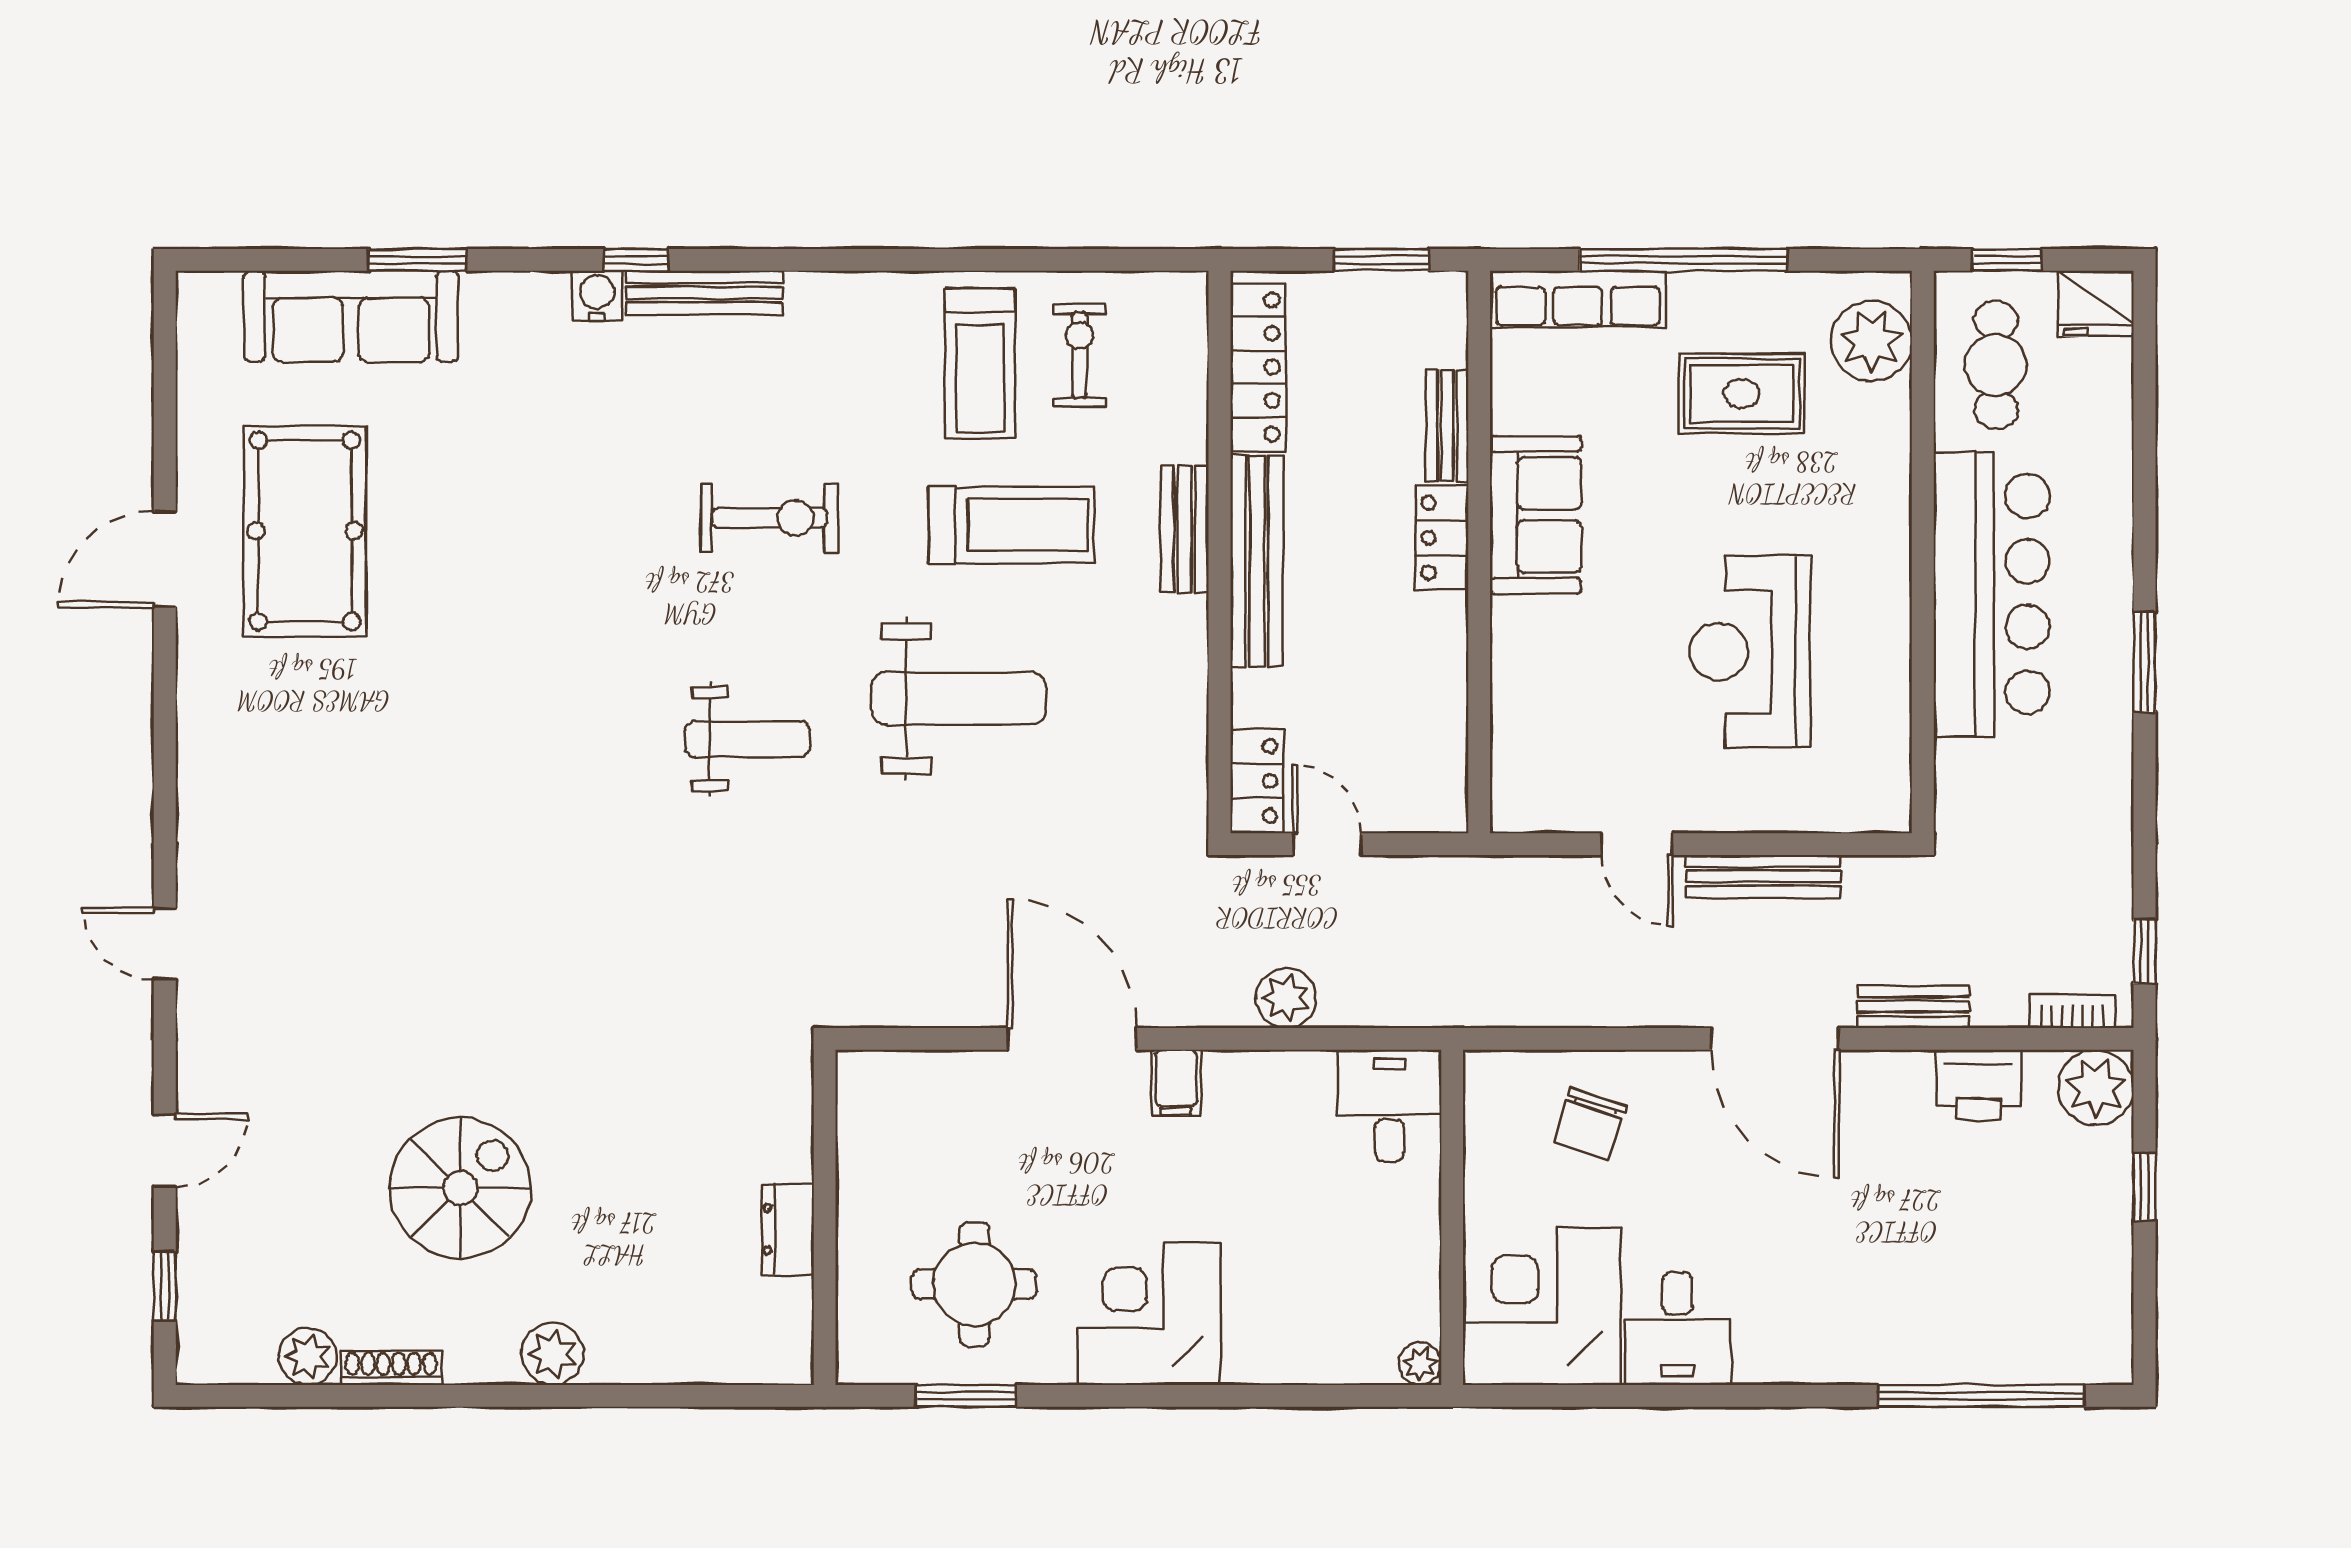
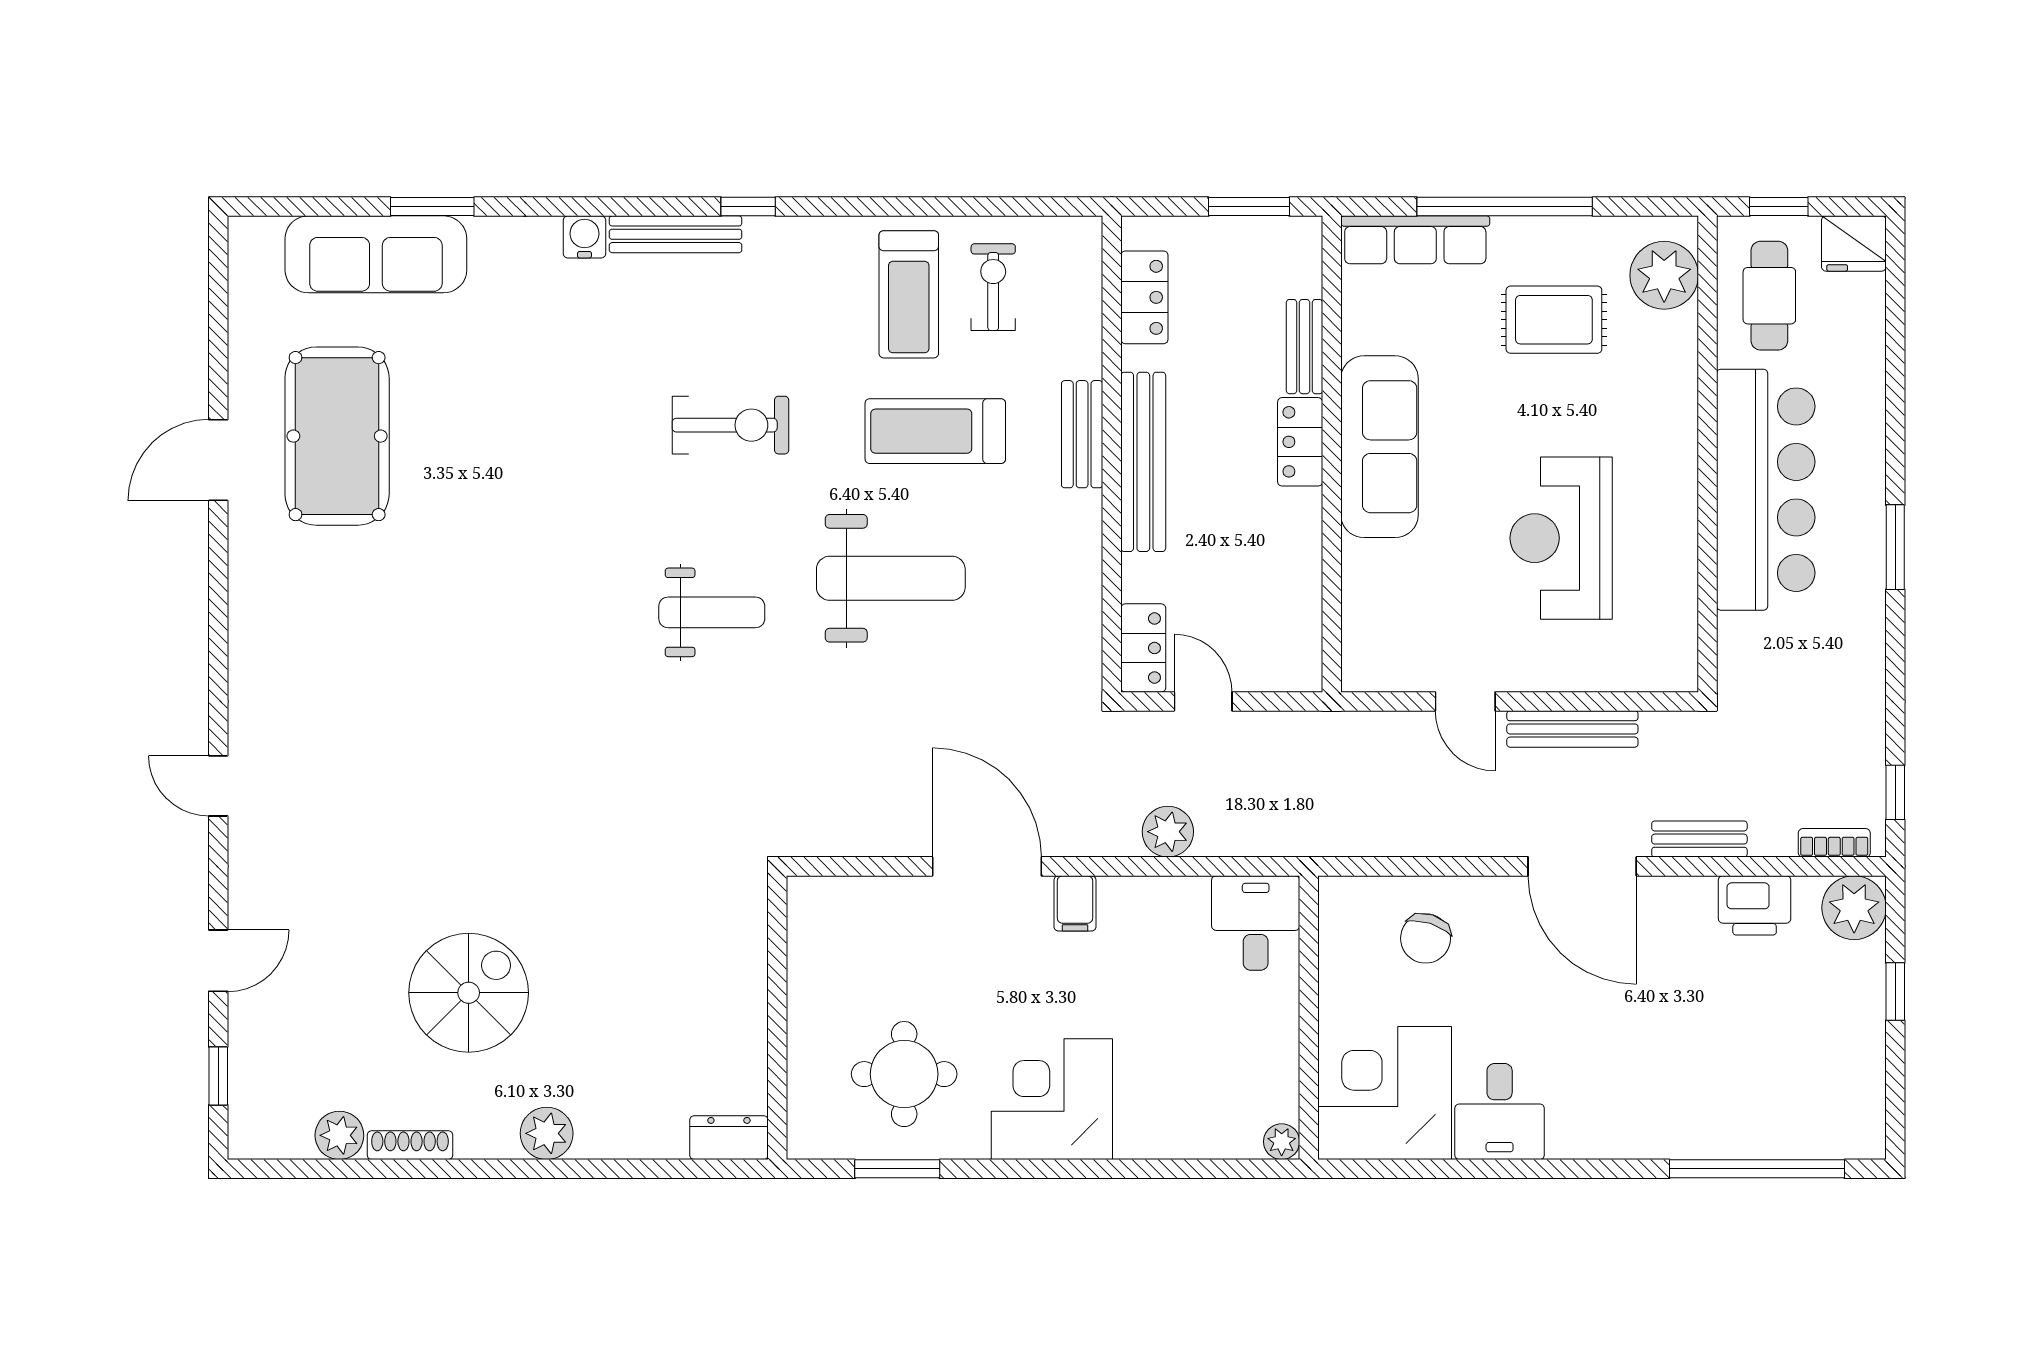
window: (636, 260) -> (748, 207), moved
locker: (1258, 367) -> (1144, 297), width x0.66
sofa: (1536, 515) -> (1380, 447), width x1.36
treadmill: (1011, 525) -> (935, 431), turned 180
dresser: (788, 1229) -> (729, 1138), moved, turned 90

